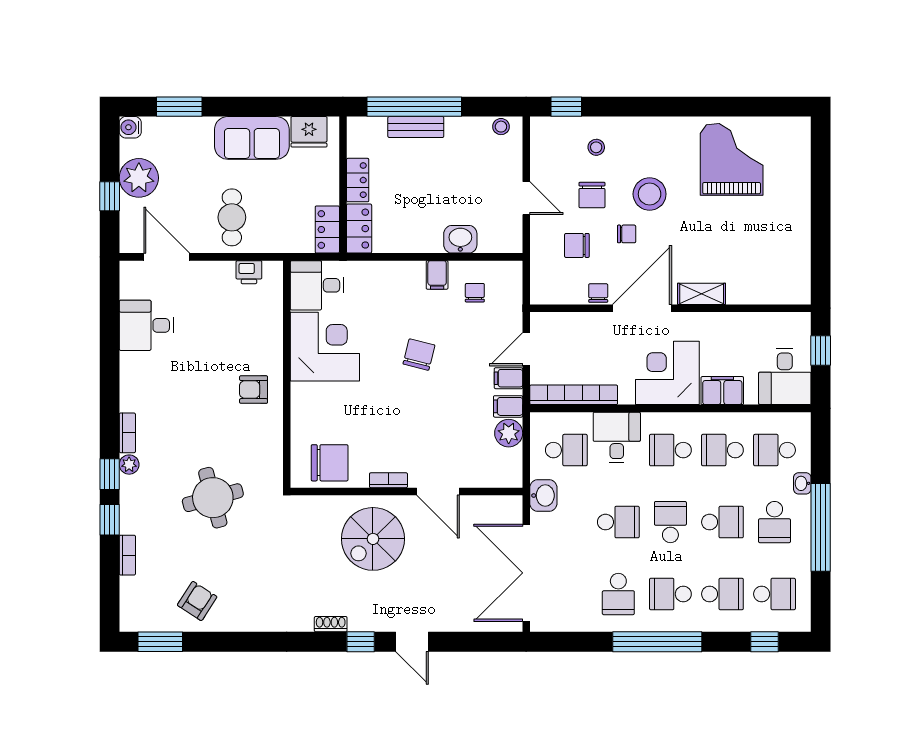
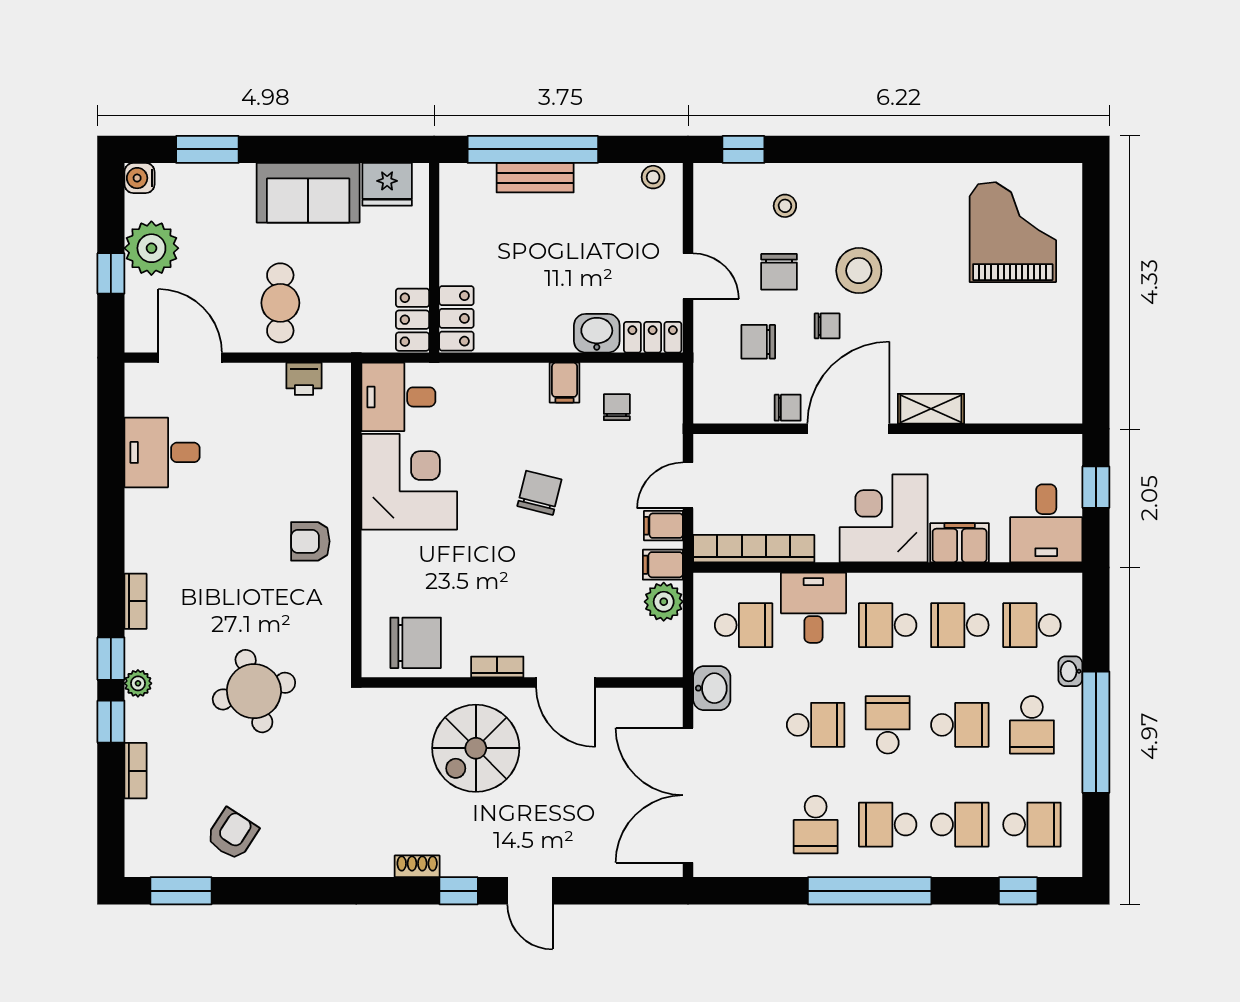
grand piano: (732, 159) -> (1013, 232), moved
locker: (358, 180) -> (653, 337), moved, turned -90
chair: (598, 293) -> (788, 408), turned 90
plant: (129, 465) -> (138, 683), moved

